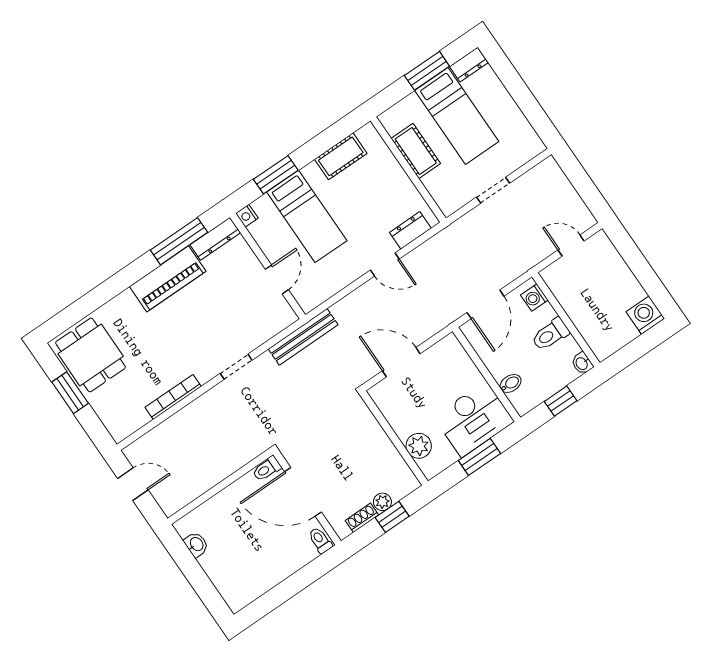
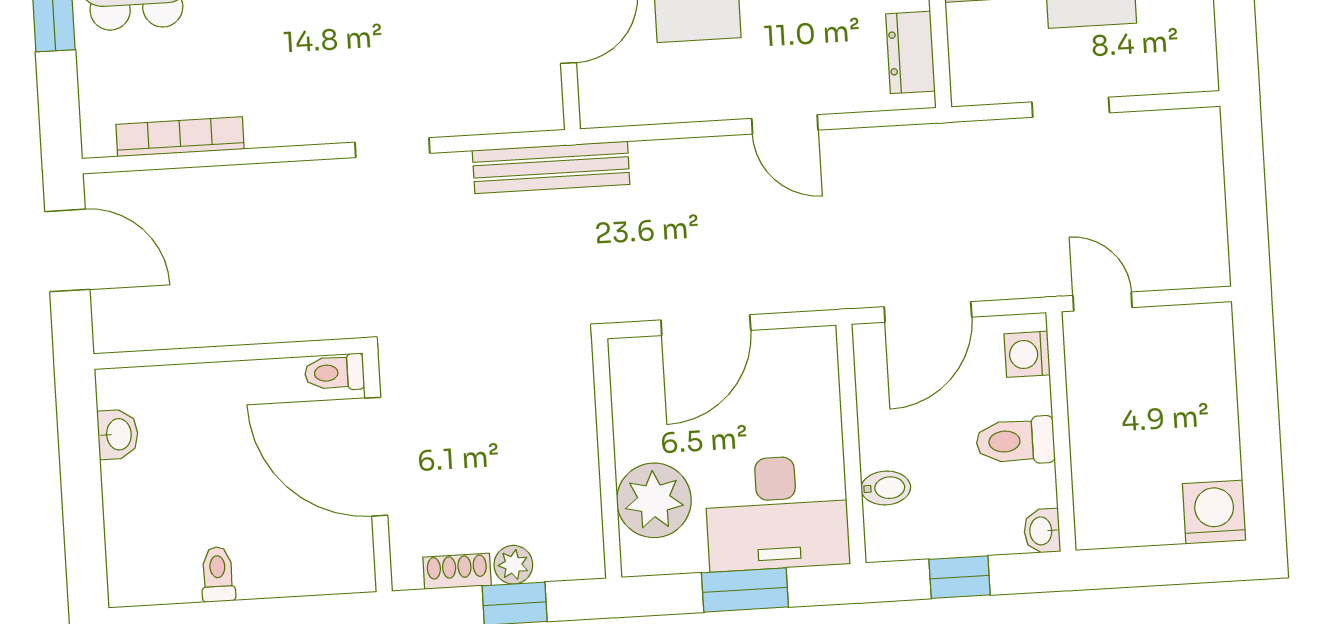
dresser: (410, 230) -> (911, 52), moved, turned -90
door: (571, 245) -> (1103, 302), moved
door: (401, 362) -> (706, 325), swing flipped
bookcase: (173, 397) -> (180, 137), moved
plant: (419, 446) -> (654, 500), width x1.36, depth x1.36
door: (133, 484) -> (67, 250), width x1.38
toilet: (320, 540) -> (218, 574), moved

